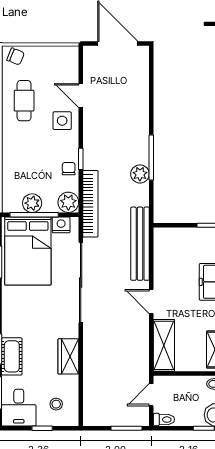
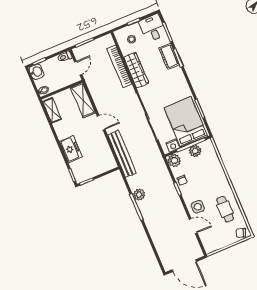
bookcase: (90, 204) -> (119, 66), moved
wardrobe: (68, 356) -> (136, 70), width x1.50

